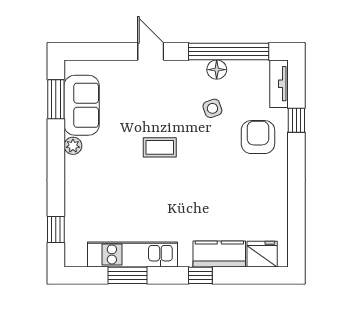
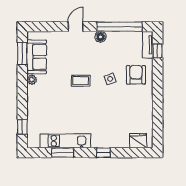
door: (151, 51) -> (76, 27), hinge flipped
floor lamp: (217, 70) -> (101, 37), moved
side table: (212, 108) -> (110, 79), moved
window: (296, 120) -> (158, 51), moved
kitchen counter: (219, 254) -> (114, 141), removed

